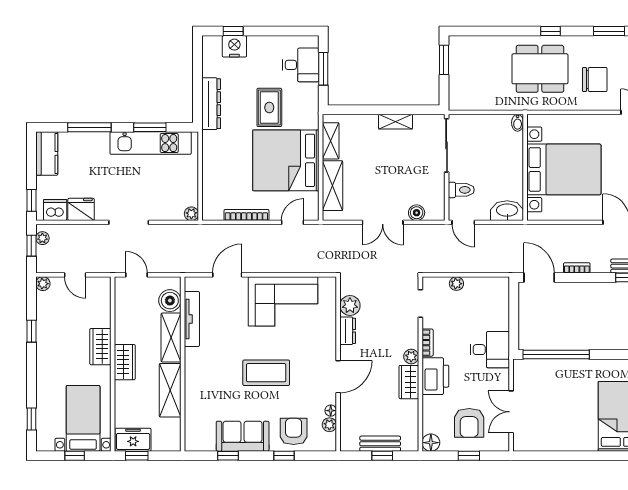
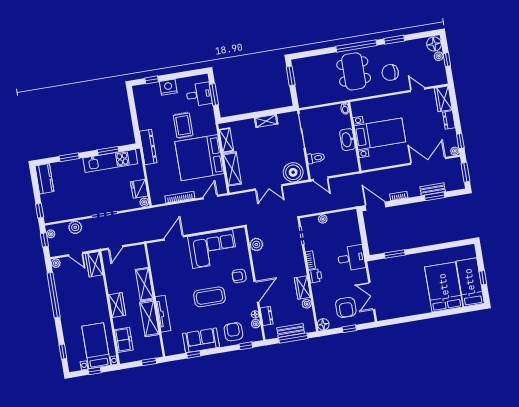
window: (550, 31) -> (356, 46), width x3.17
nightstand: (234, 46) -> (168, 87), moved
dining table: (540, 69) -> (354, 71), turned 90
chair: (595, 80) -> (390, 72), turned 180
dresser: (211, 104) -> (148, 147), moved
window: (89, 127) -> (69, 157), width x0.69
bed with nightstands: (564, 169) -> (380, 134), width x0.73
fridge: (81, 209) -> (139, 189), moved, turned -90
dishwasher: (55, 210) -> (56, 214), removed
washbasin: (507, 211) -> (347, 140), moved, turned -90
boiler: (417, 213) -> (293, 172), width x1.86, depth x1.86
plant: (81, 234) -> (75, 227), added
door: (137, 275) -> (115, 248), swing flipped
boiler: (170, 301) -> (140, 261), removed
tv unit: (192, 319) -> (163, 314), moved
window: (31, 331) -> (54, 295), width x3.17
dresser: (348, 331) -> (267, 316), moved
wardrobe: (100, 347) -> (94, 264), moved
armchair: (316, 349) -> (239, 276), added
window: (556, 354) -> (395, 254), width x0.47
plant: (411, 357) -> (307, 304), moved
printer: (435, 376) -> (315, 276), width x0.53, depth x0.68
freezer: (133, 440) -> (124, 340), moved, turned 90
window: (137, 456) -> (149, 362), moved
window: (284, 456) -> (246, 346), moved
window: (382, 456) -> (293, 338), width x2.17

